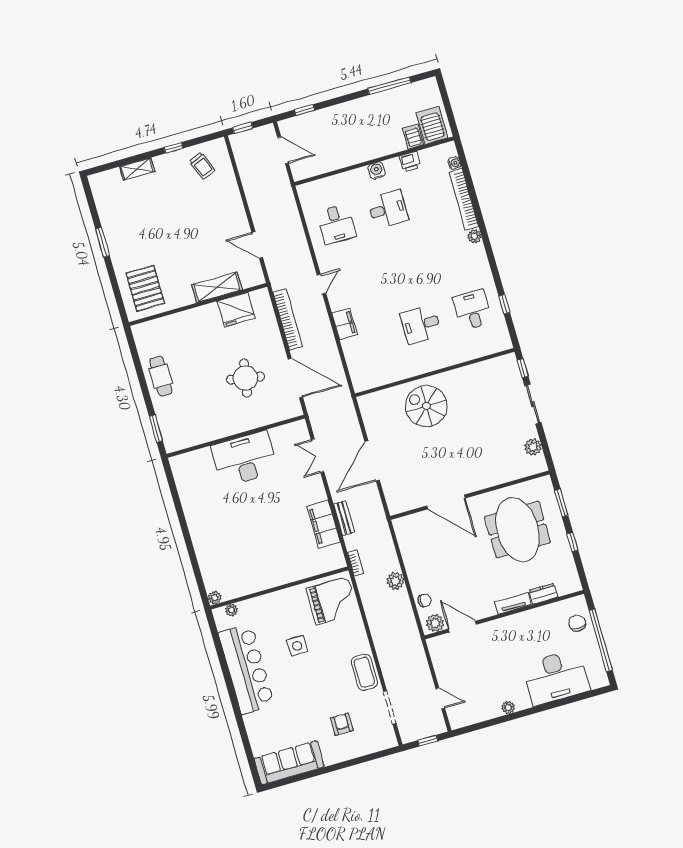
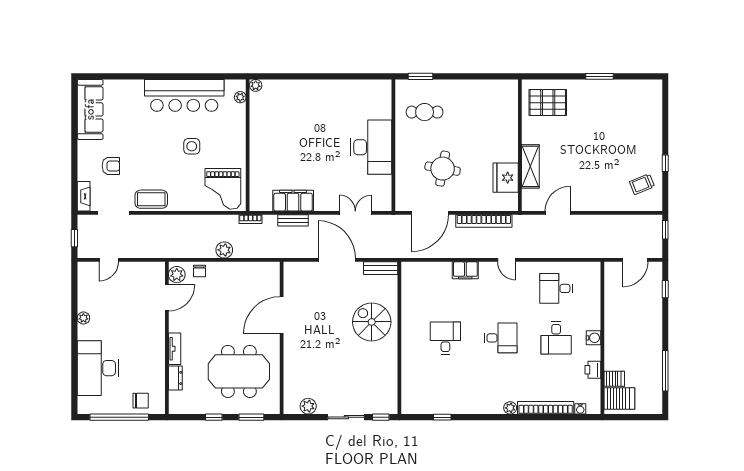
shelving: (137, 169) -> (656, 126), removed
desk: (472, 310) -> (501, 338), moved
cafe table: (161, 376) -> (425, 112), moved
spiral stairs: (426, 406) -> (372, 322), turned -90
bench: (368, 413) -> (381, 268), added
fireplace: (381, 743) -> (84, 196), added

